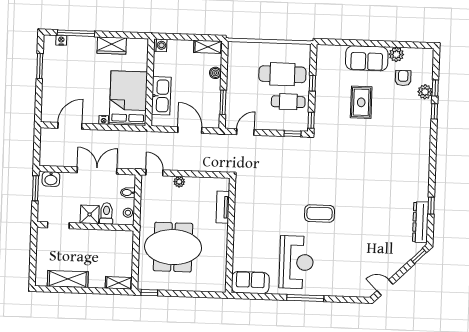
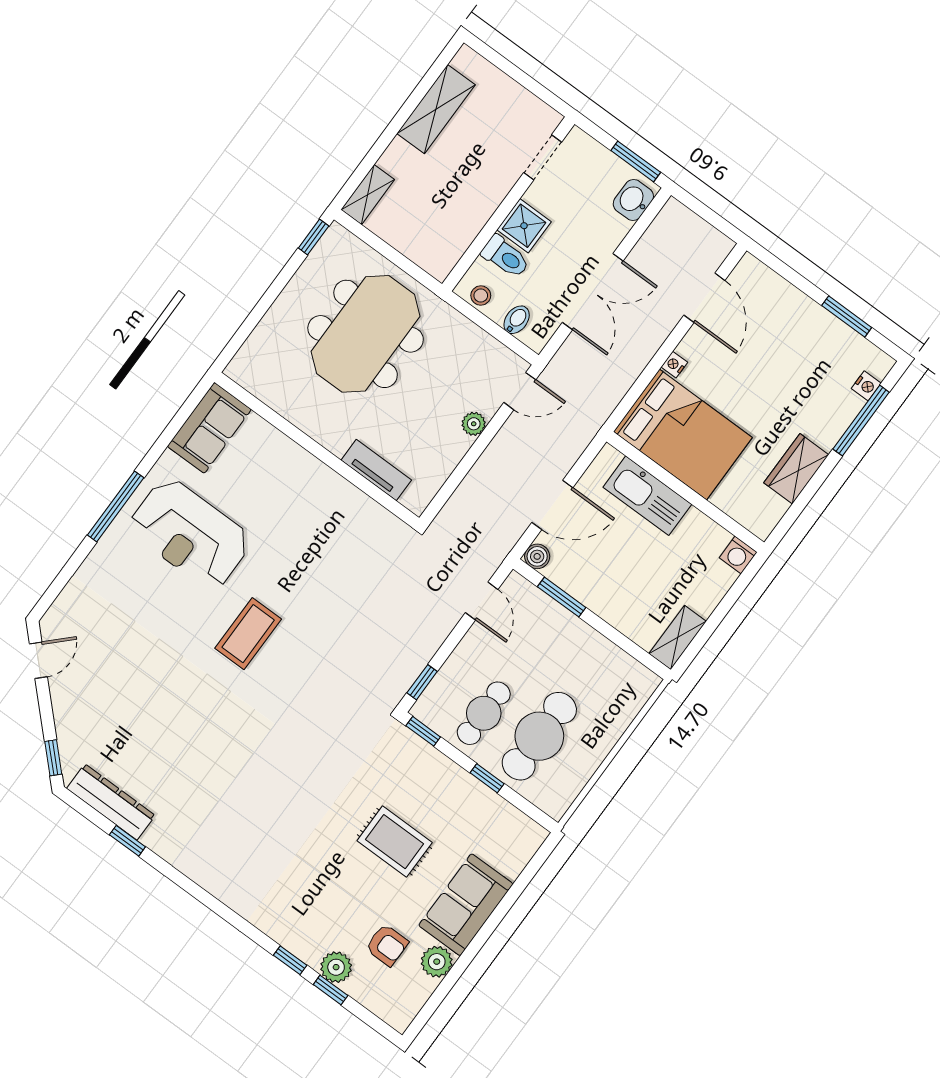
boiler: (215, 73) -> (537, 556), moved

